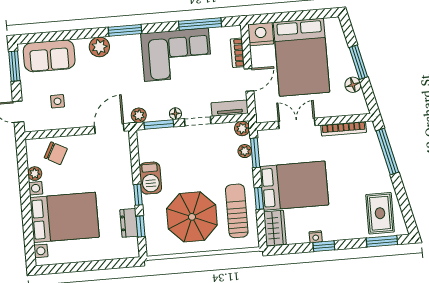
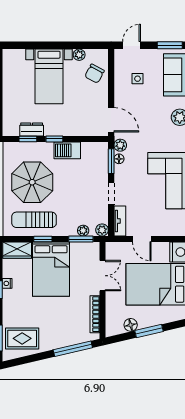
bookcase: (237, 53) -> (165, 231), removed
floor lamp: (175, 114) -> (119, 159), moved
sun lounger: (237, 211) -> (34, 220), turned 180
bed with nightstands: (64, 217) -> (49, 76), width x0.73

